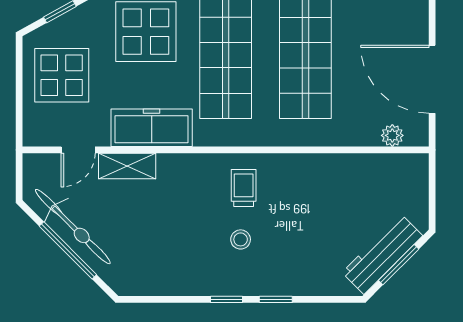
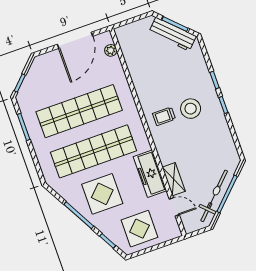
stool: (241, 239) -> (191, 109), width x1.89, depth x1.89

